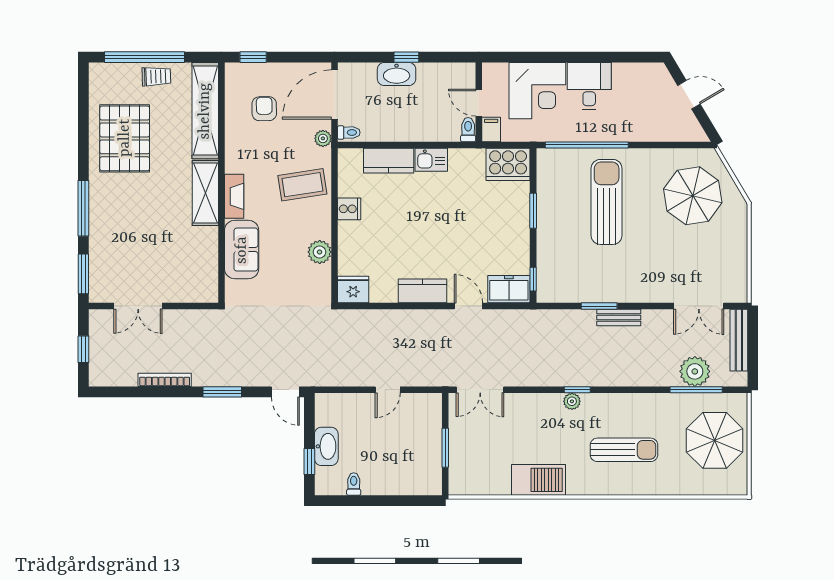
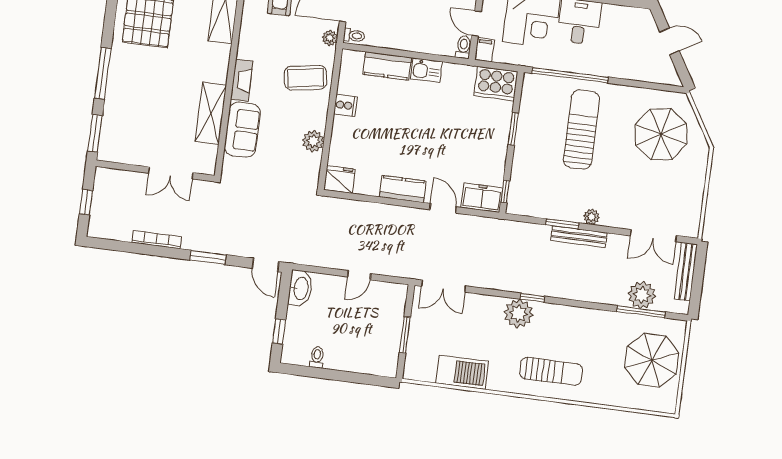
shelving: (205, 193) -> (211, 113), moved
plant: (630, 294) -> (592, 217), added
double door: (138, 306) -> (171, 173), moved
bench: (619, 318) -> (579, 237), width x1.36
plant: (572, 401) -> (518, 313), width x1.88, depth x1.88
washbasin: (326, 446) -> (300, 288), moved
sun lounger: (624, 450) -> (551, 371), moved
barbecue: (539, 480) -> (462, 372), moved

